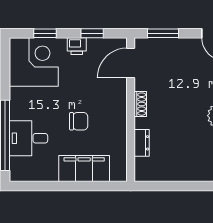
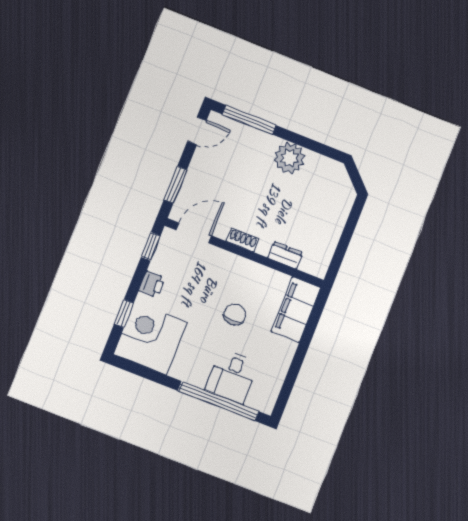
window: (92, 33) -> (151, 246), moved
door: (131, 63) -> (194, 233), swing flipped
filing cabinet: (84, 169) -> (296, 309), moved

